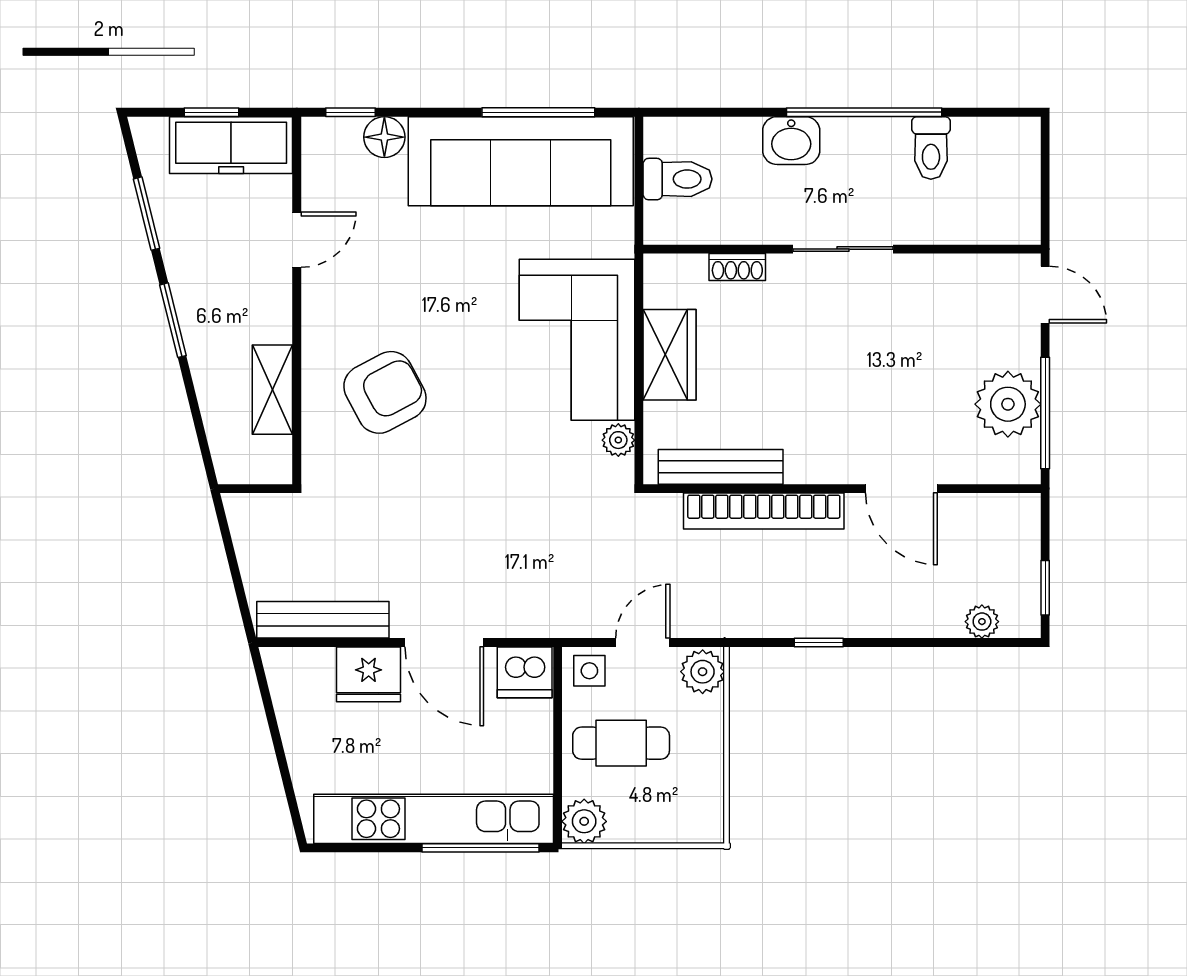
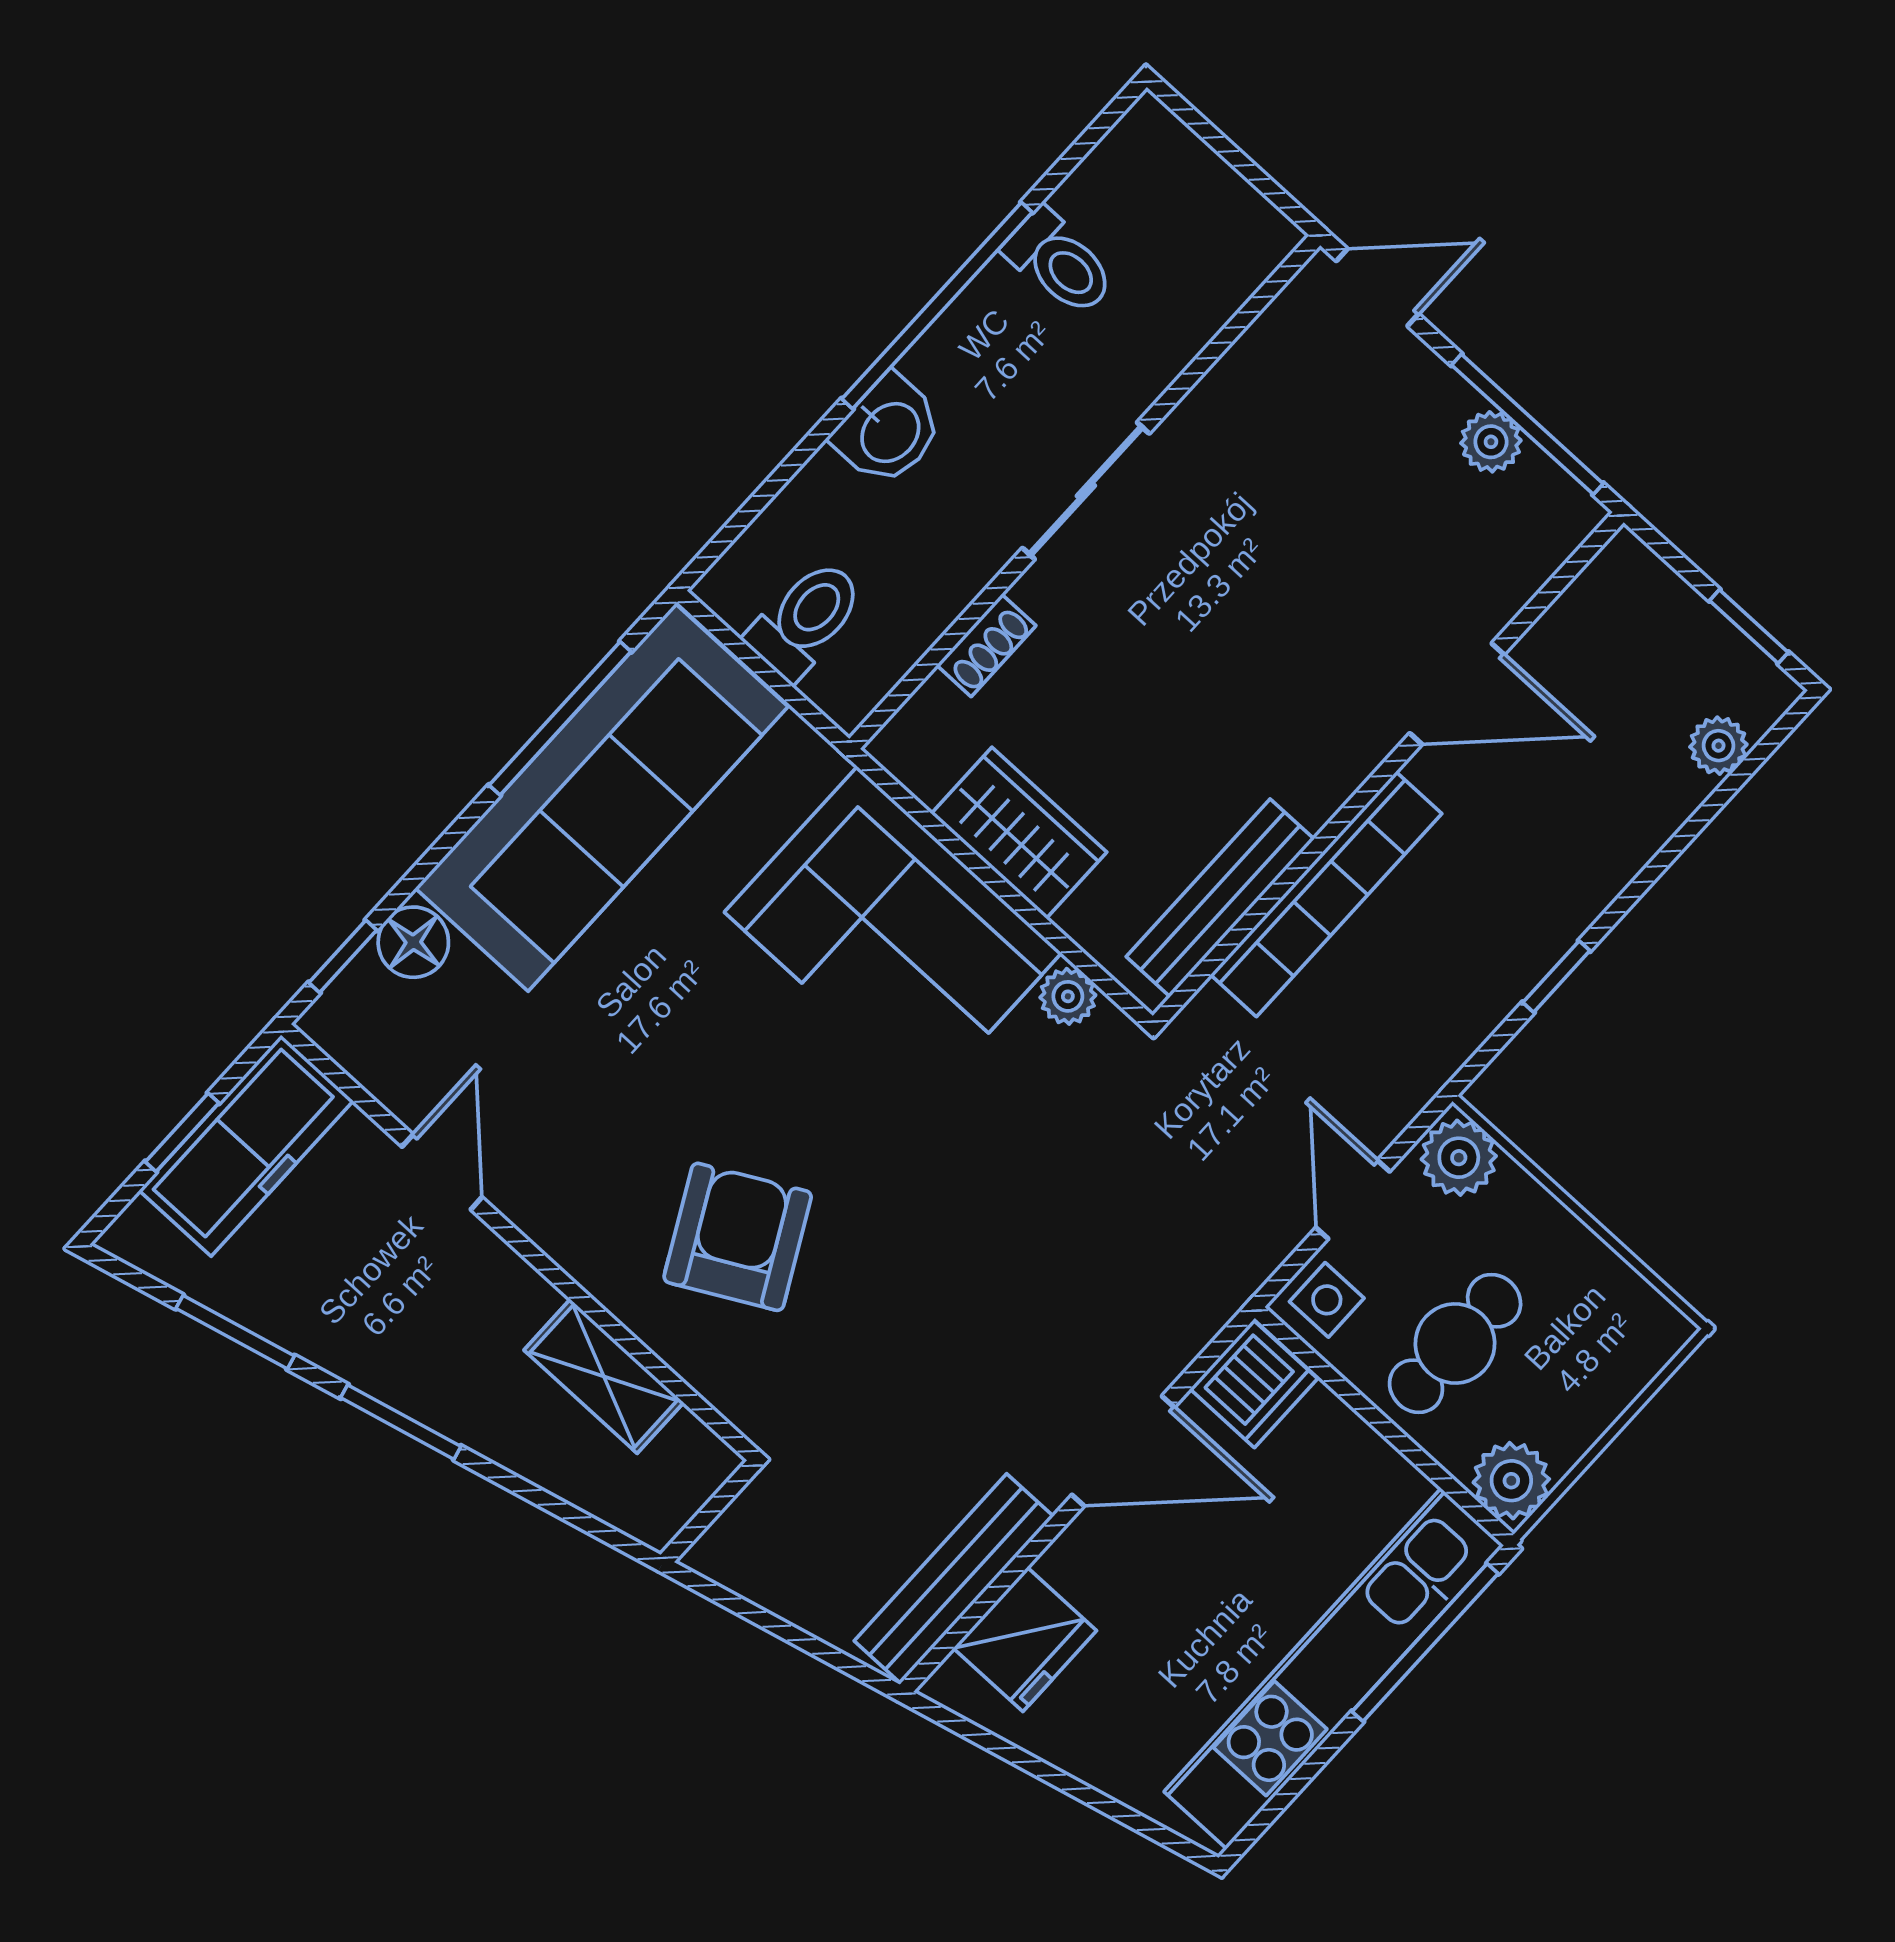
plant: (1008, 404) -> (1491, 442), width x0.53, depth x0.53
fridge: (369, 674) -> (1025, 1639), moved

